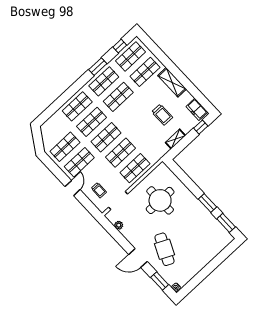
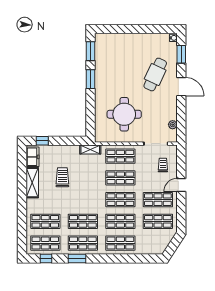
shelving: (172, 82) -> (32, 183), moved
shelving: (175, 139) -> (90, 150), moved

